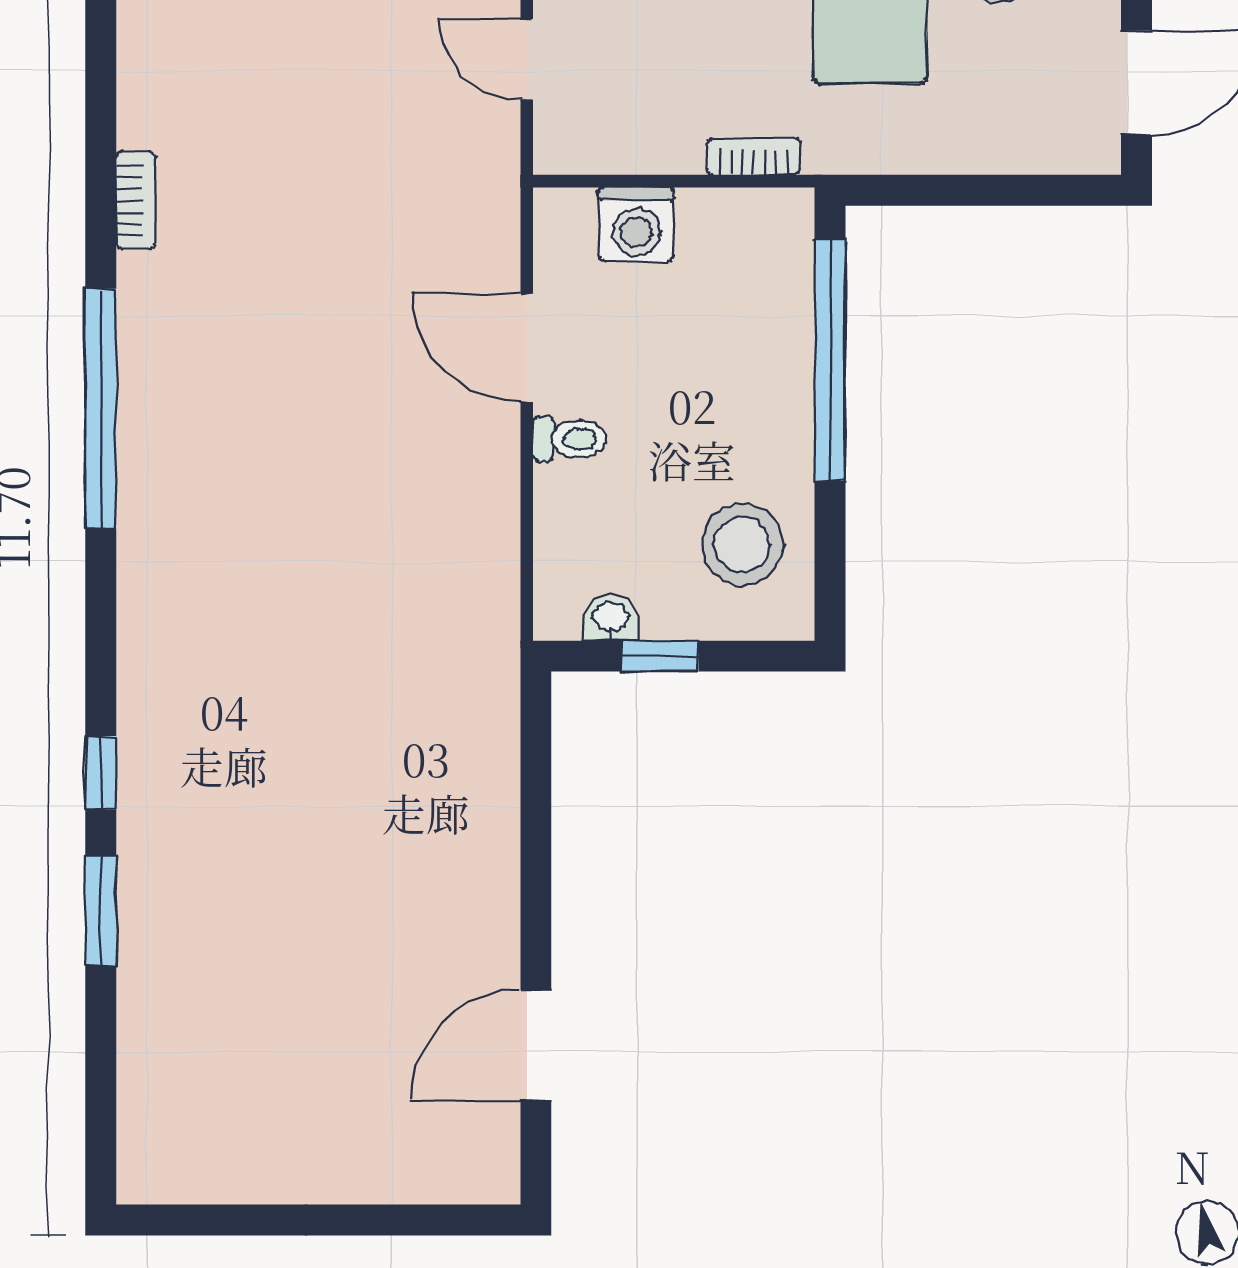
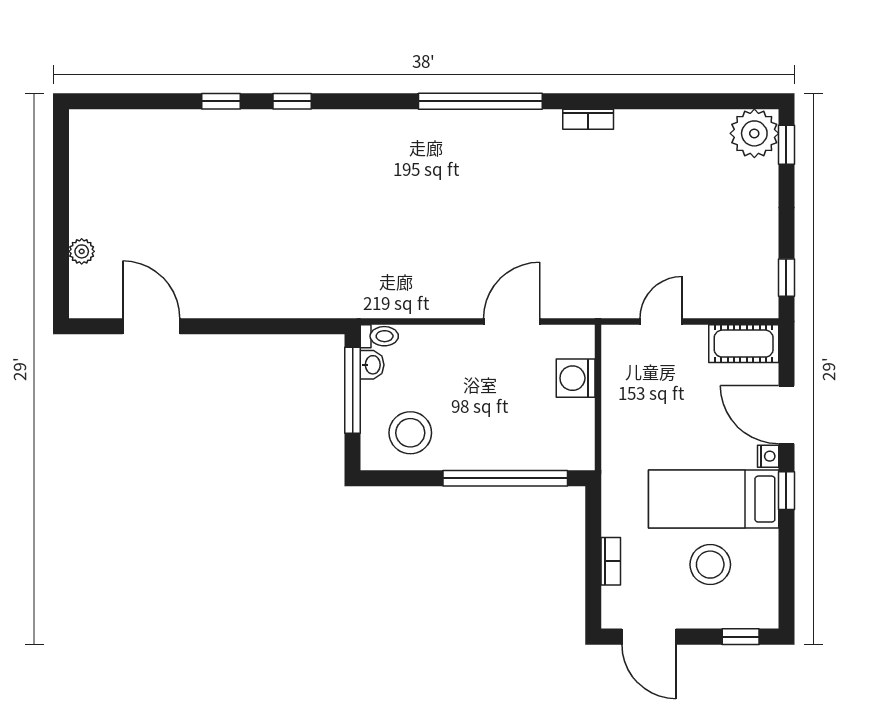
bookcase: (754, 156) -> (611, 561), moved
toilet: (569, 439) -> (379, 336), moved, turned -90
window: (660, 656) -> (353, 390), width x2.17
window: (101, 911) -> (221, 101), width x0.67
plant: (391, 1180) -> (82, 251), added

